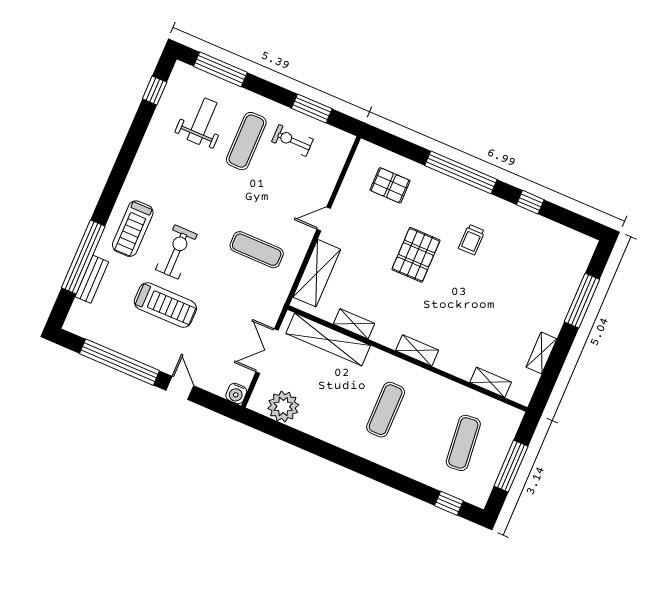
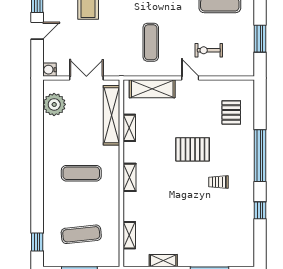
exercise bike: (292, 140) -> (209, 50), moved, turned -90

